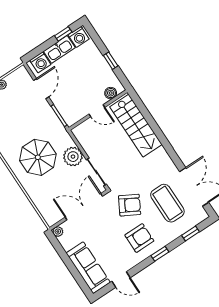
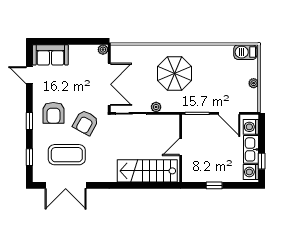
boiler: (111, 93) -> (188, 168), removed
plant: (73, 157) -> (156, 107), width x0.53, depth x0.53
sofa: (88, 268) -> (50, 55), width x0.73
door: (121, 280) -> (29, 75), hinge flipped

